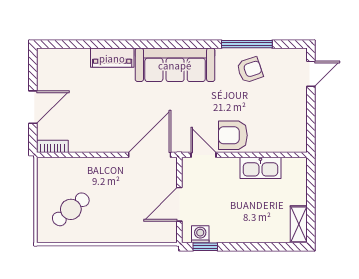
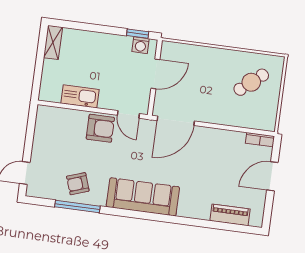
piano: (112, 58) -> (230, 215), moved

